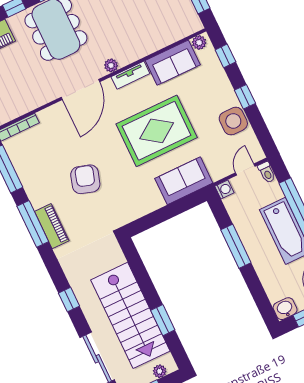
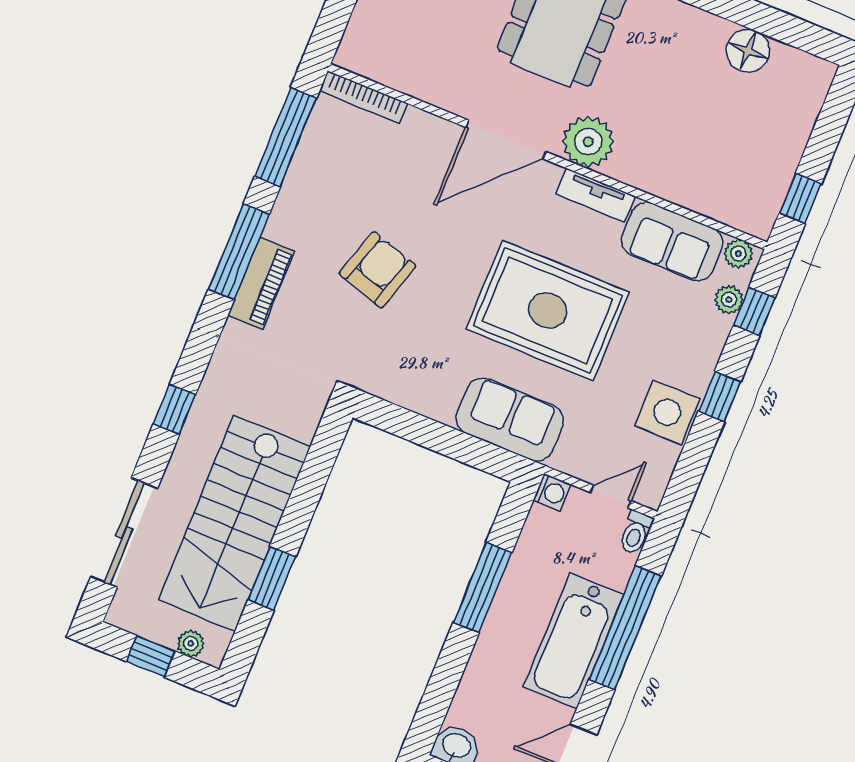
plant: (213, 61) -> (729, 300), added
plant: (111, 65) -> (588, 142), width x1.87, depth x1.87

